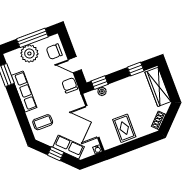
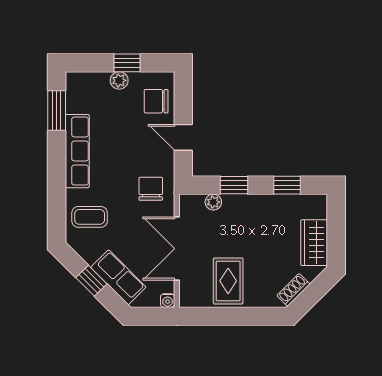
window: (32, 38) -> (127, 63), width x0.46
plant: (29, 54) -> (119, 80), width x0.53, depth x0.53
window: (100, 83) -> (234, 185), moved
chair: (70, 85) -> (151, 189), moved
wardrobe: (158, 87) -> (314, 243), width x0.67

